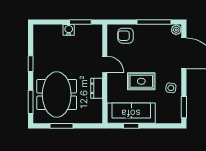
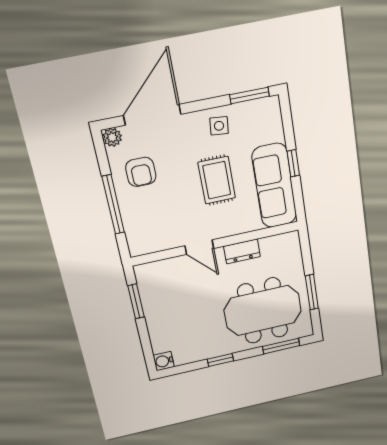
window: (154, 22) -> (113, 205), moved
water cooler: (69, 30) -> (164, 361), moved
armchair: (126, 36) -> (141, 172), moved
door: (105, 64) -> (199, 247), swing flipped
window: (131, 126) -> (293, 163), moved

